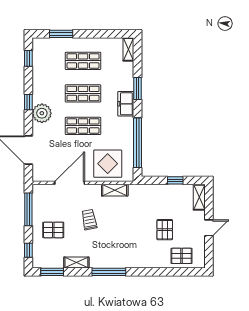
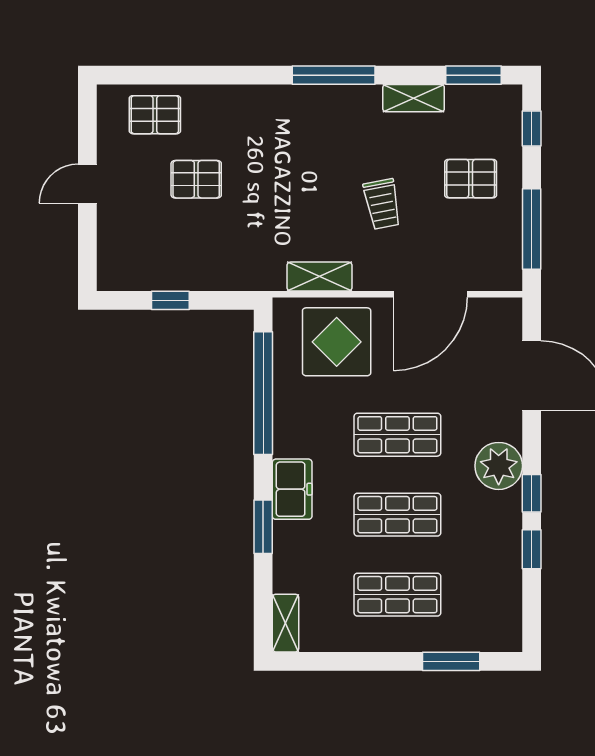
window: (28, 58) -> (532, 549), moved
shelving: (199, 197) -> (111, 259), removed
pallet: (165, 230) -> (196, 179), turned 90

